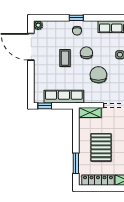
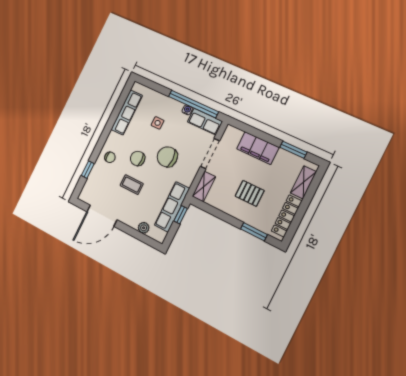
window: (76, 18) -> (88, 170), moved
plant: (38, 25) -> (144, 228), moved
window: (45, 106) -> (181, 215), moved
pallet: (101, 147) -> (250, 193), width x0.67, depth x0.71

